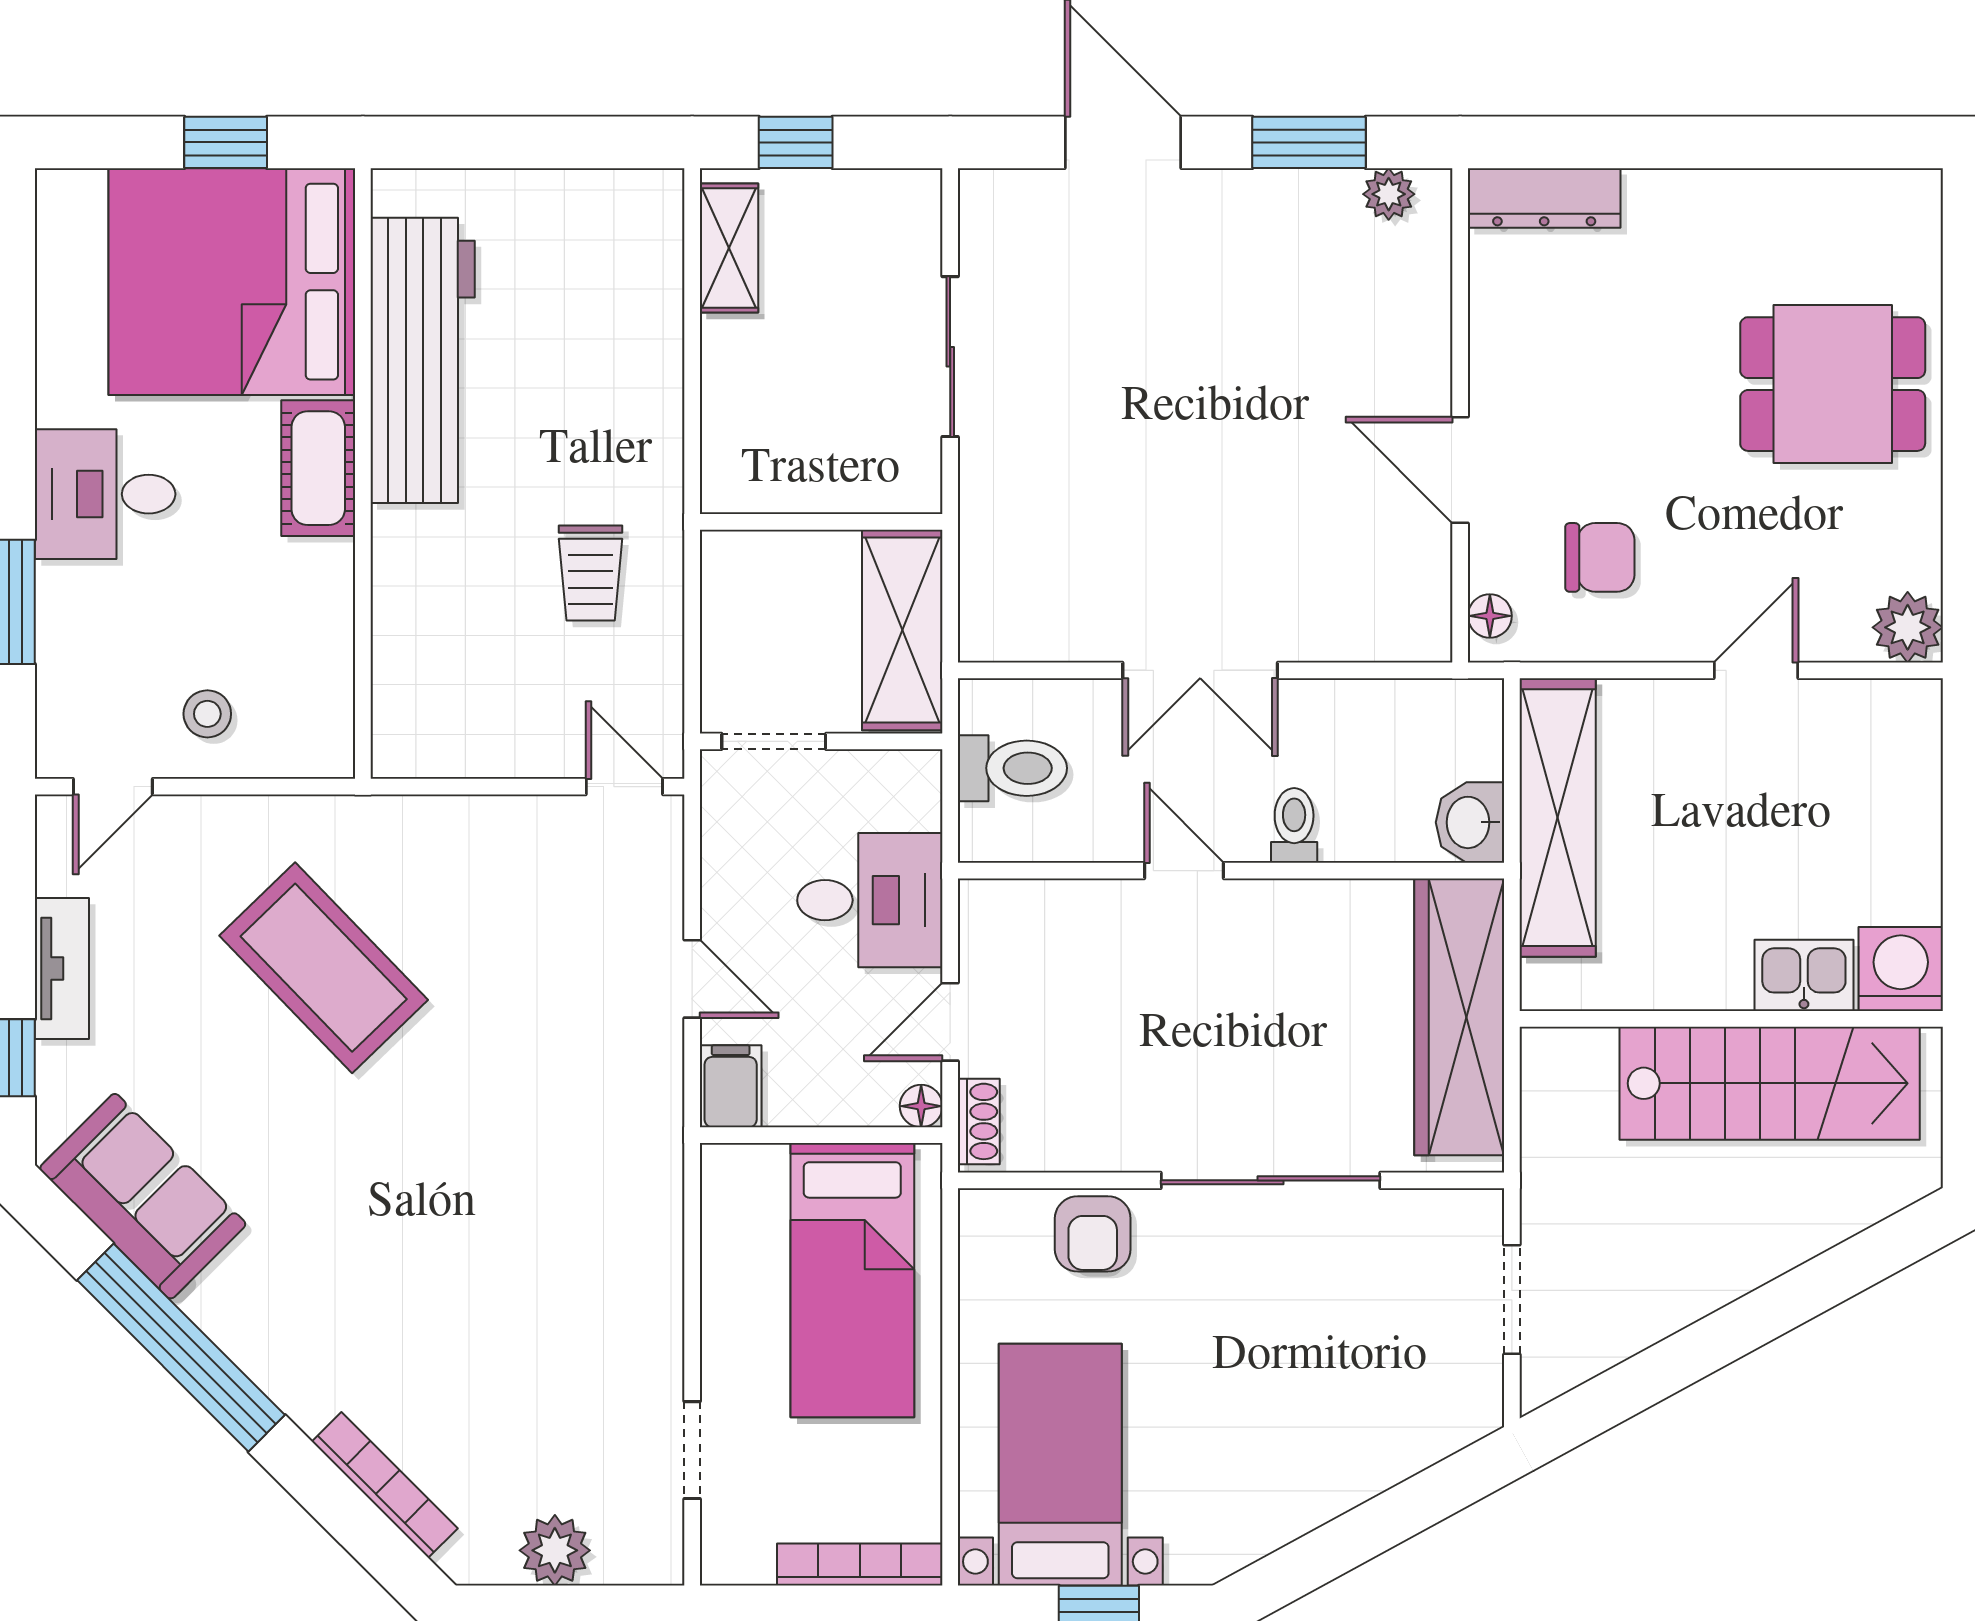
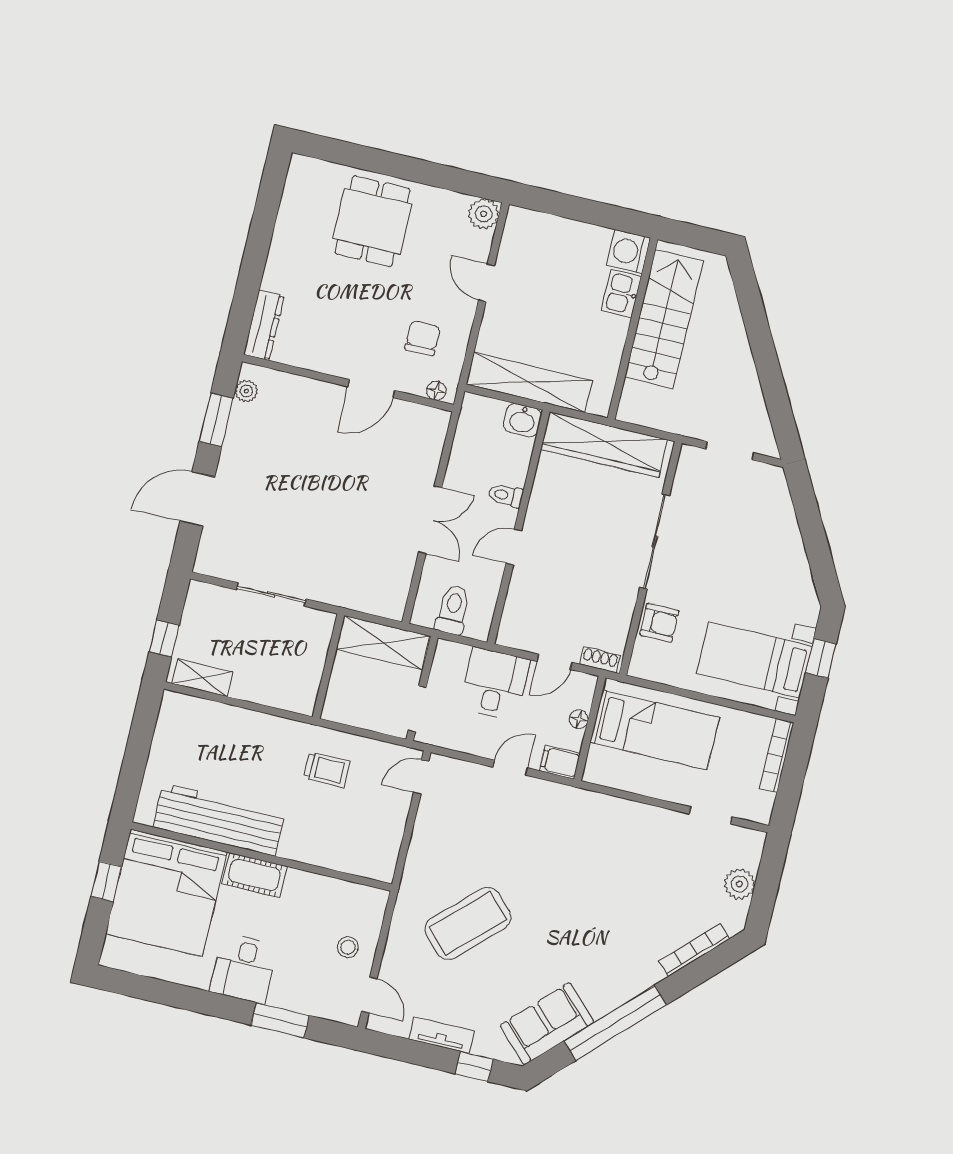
door: (950, 1022) -> (555, 662), hinge flipped
floor lamp: (921, 1106) -> (579, 719), moved

